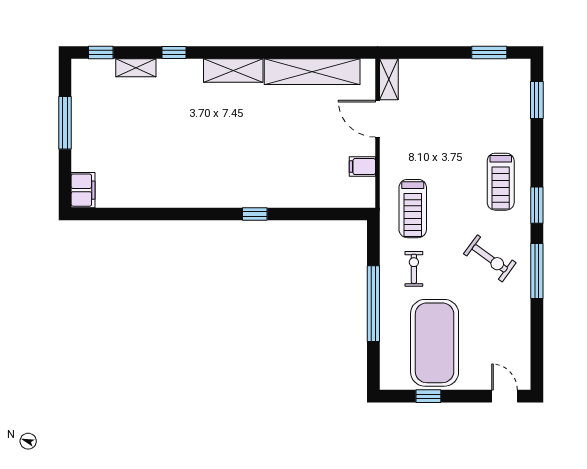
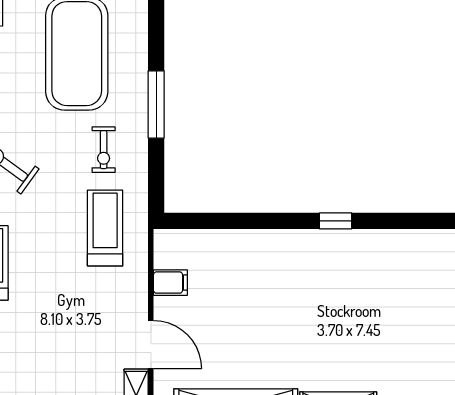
window: (255, 214) -> (336, 221), moved
window: (373, 304) -> (156, 104), width x0.68

